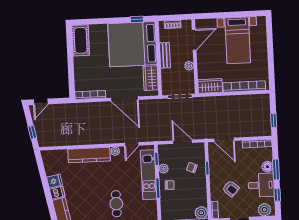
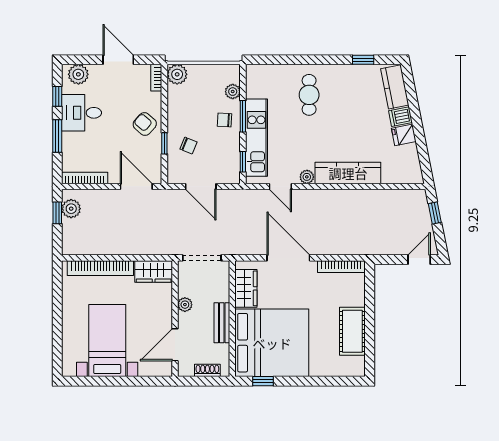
cot: (81, 40) -> (352, 331), moved
plant: (265, 124) -> (71, 209), added
door: (132, 144) -> (280, 186), swing flipped
floor lamp: (268, 167) -> (70, 141), removed
plant: (164, 169) -> (233, 92), moved
armchair: (231, 189) -> (145, 124), moved

